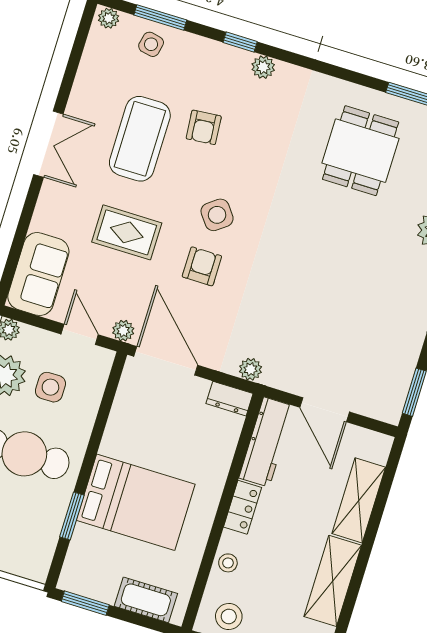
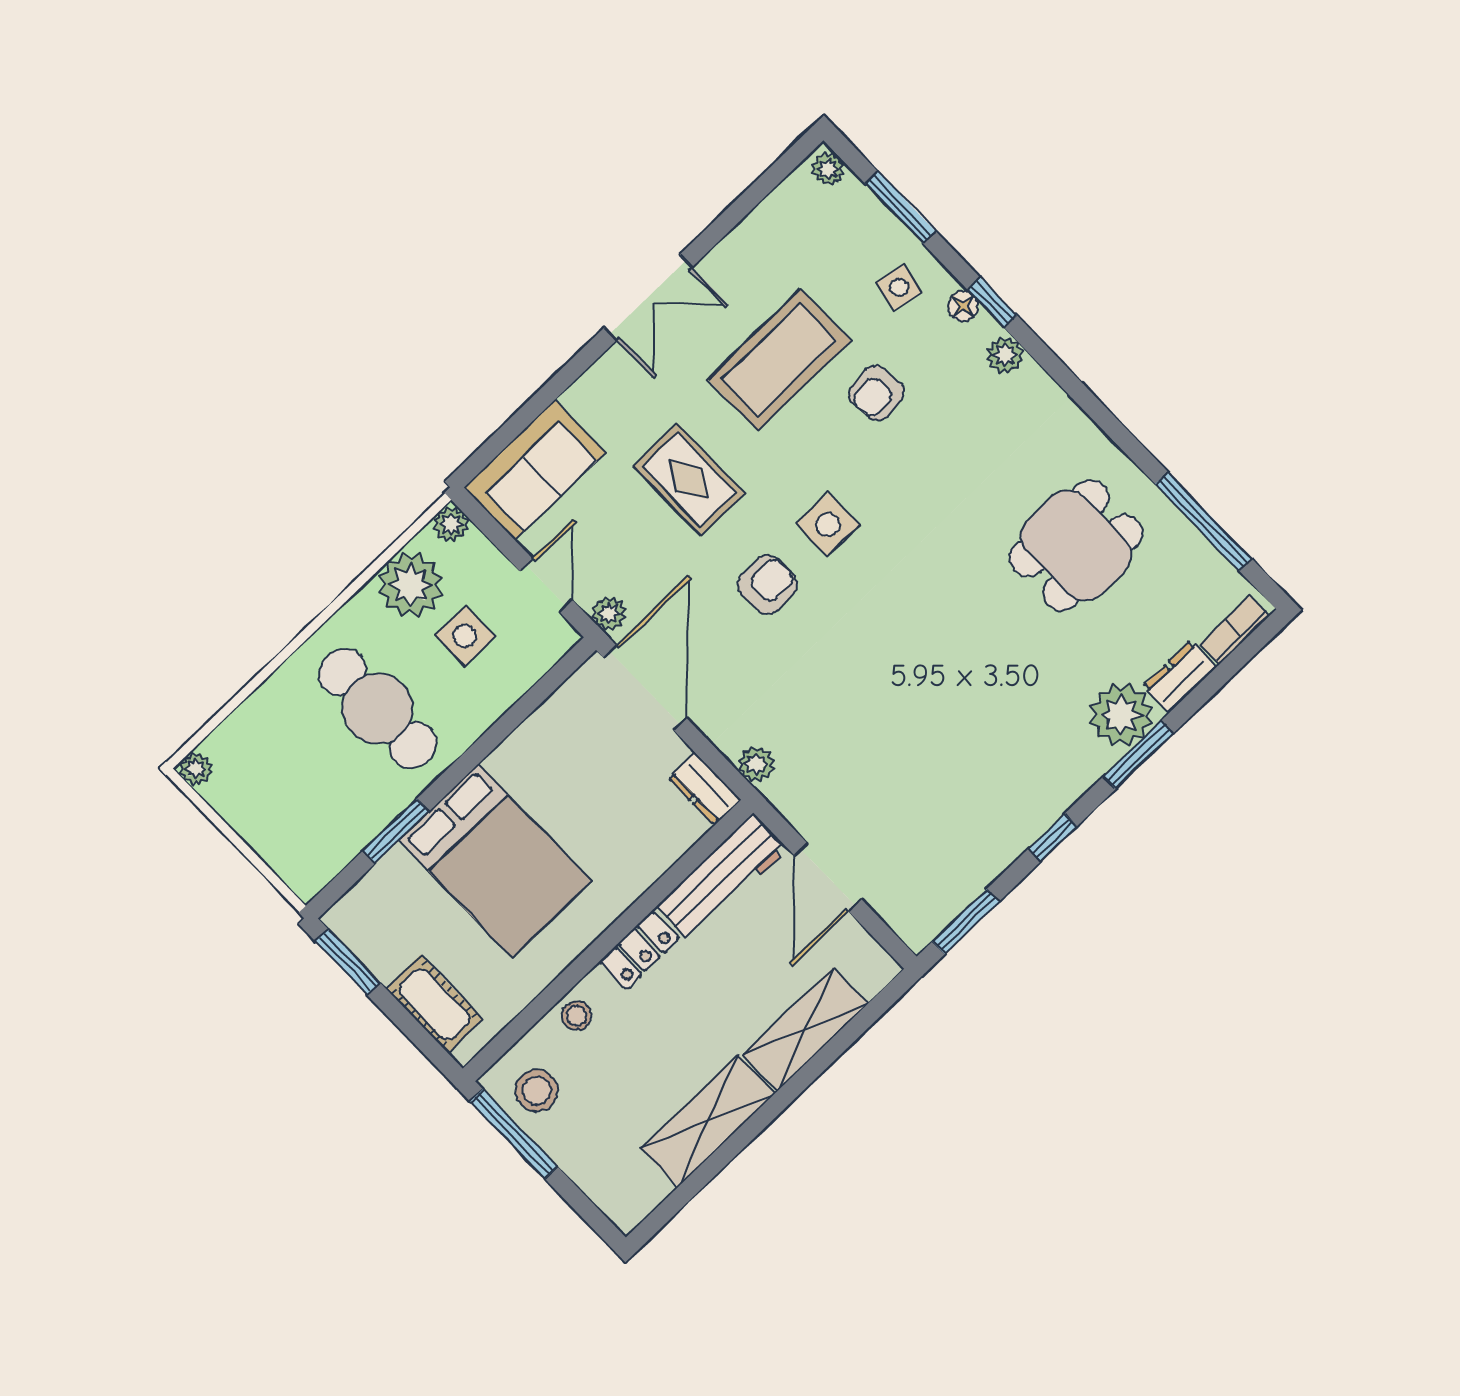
side table: (151, 44) -> (899, 287), moved
floor lamp: (225, 53) -> (963, 306), added
side table: (217, 215) -> (828, 525), turned 37

